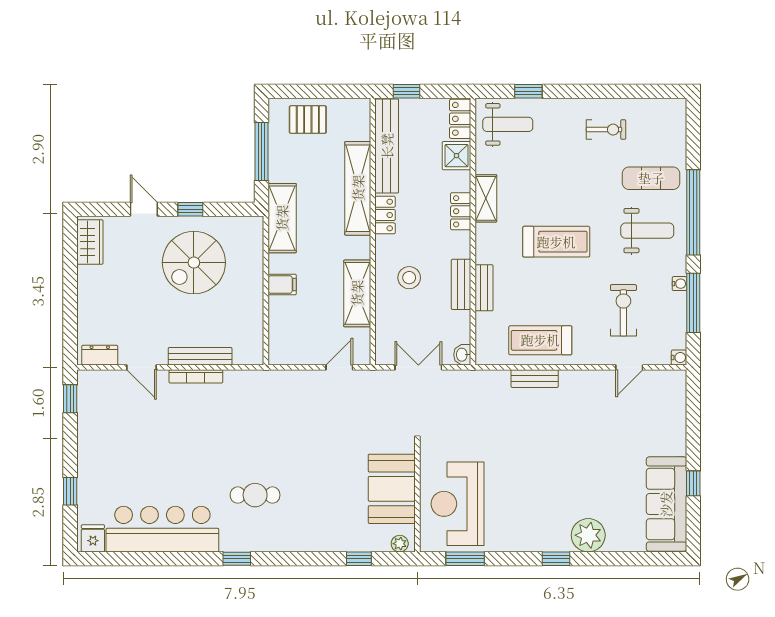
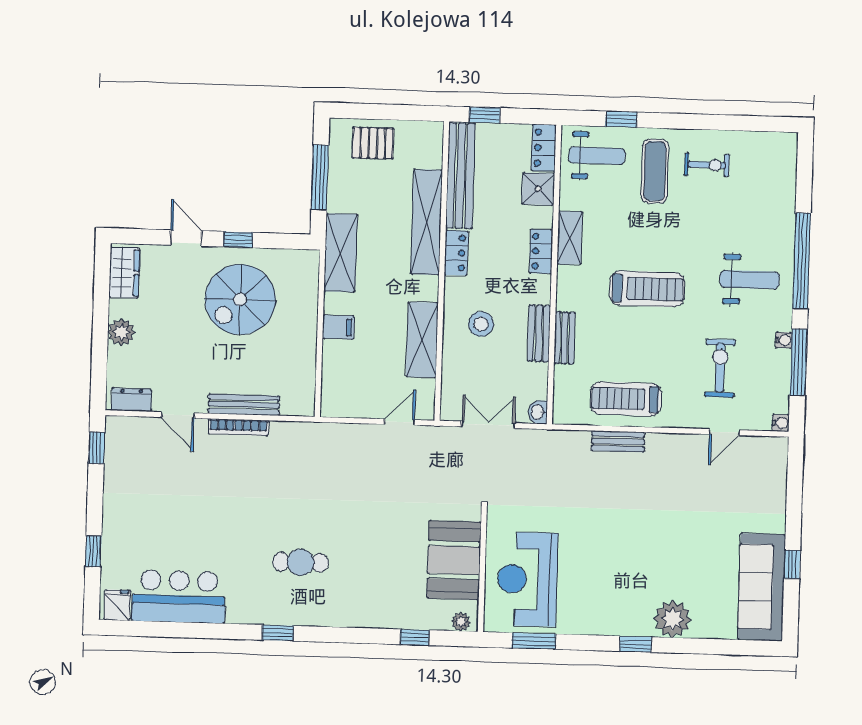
exercise mat: (651, 178) -> (655, 171), moved, turned 90
plant: (89, 295) -> (121, 332), added
bar counter: (162, 529) -> (179, 597), width x0.73

